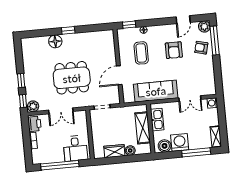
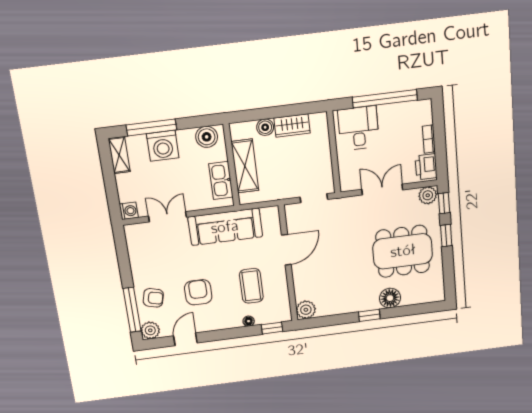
plant: (108, 36) -> (306, 310), added
dining table: (72, 78) -> (403, 251), moved
washing machine: (180, 142) -> (163, 146), moved

